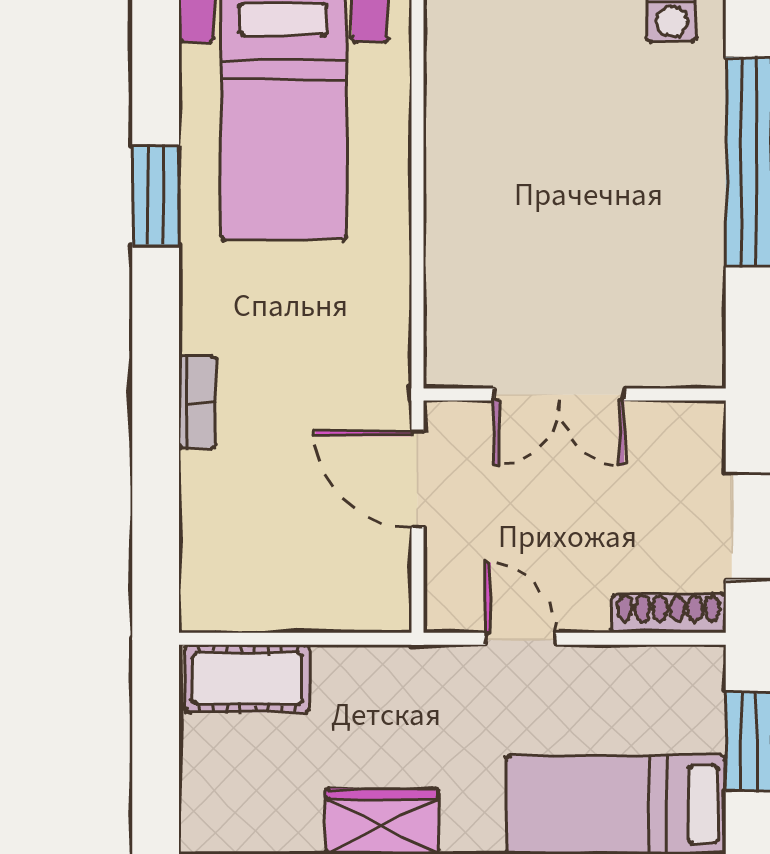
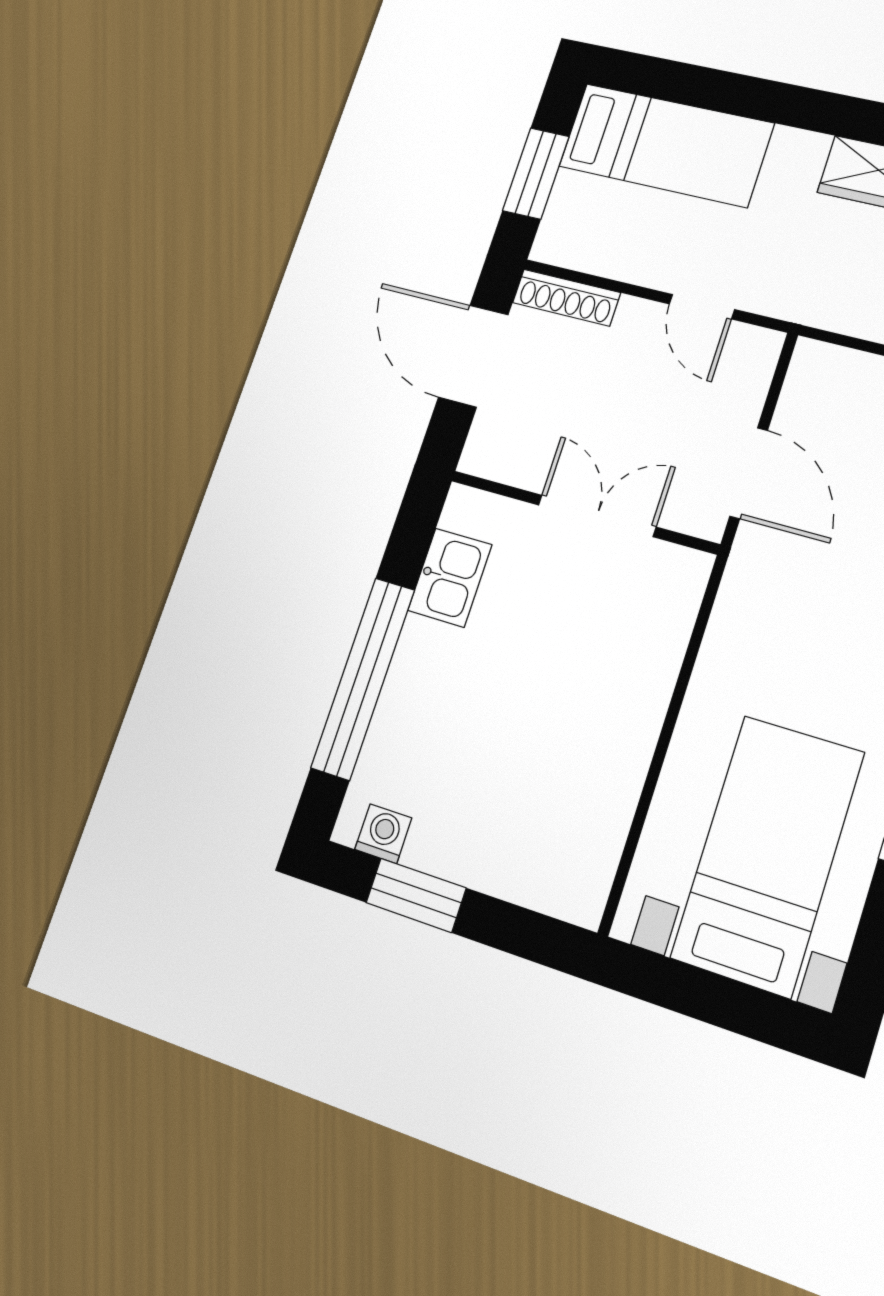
kitchen sink: (693, 289) -> (450, 578), added

